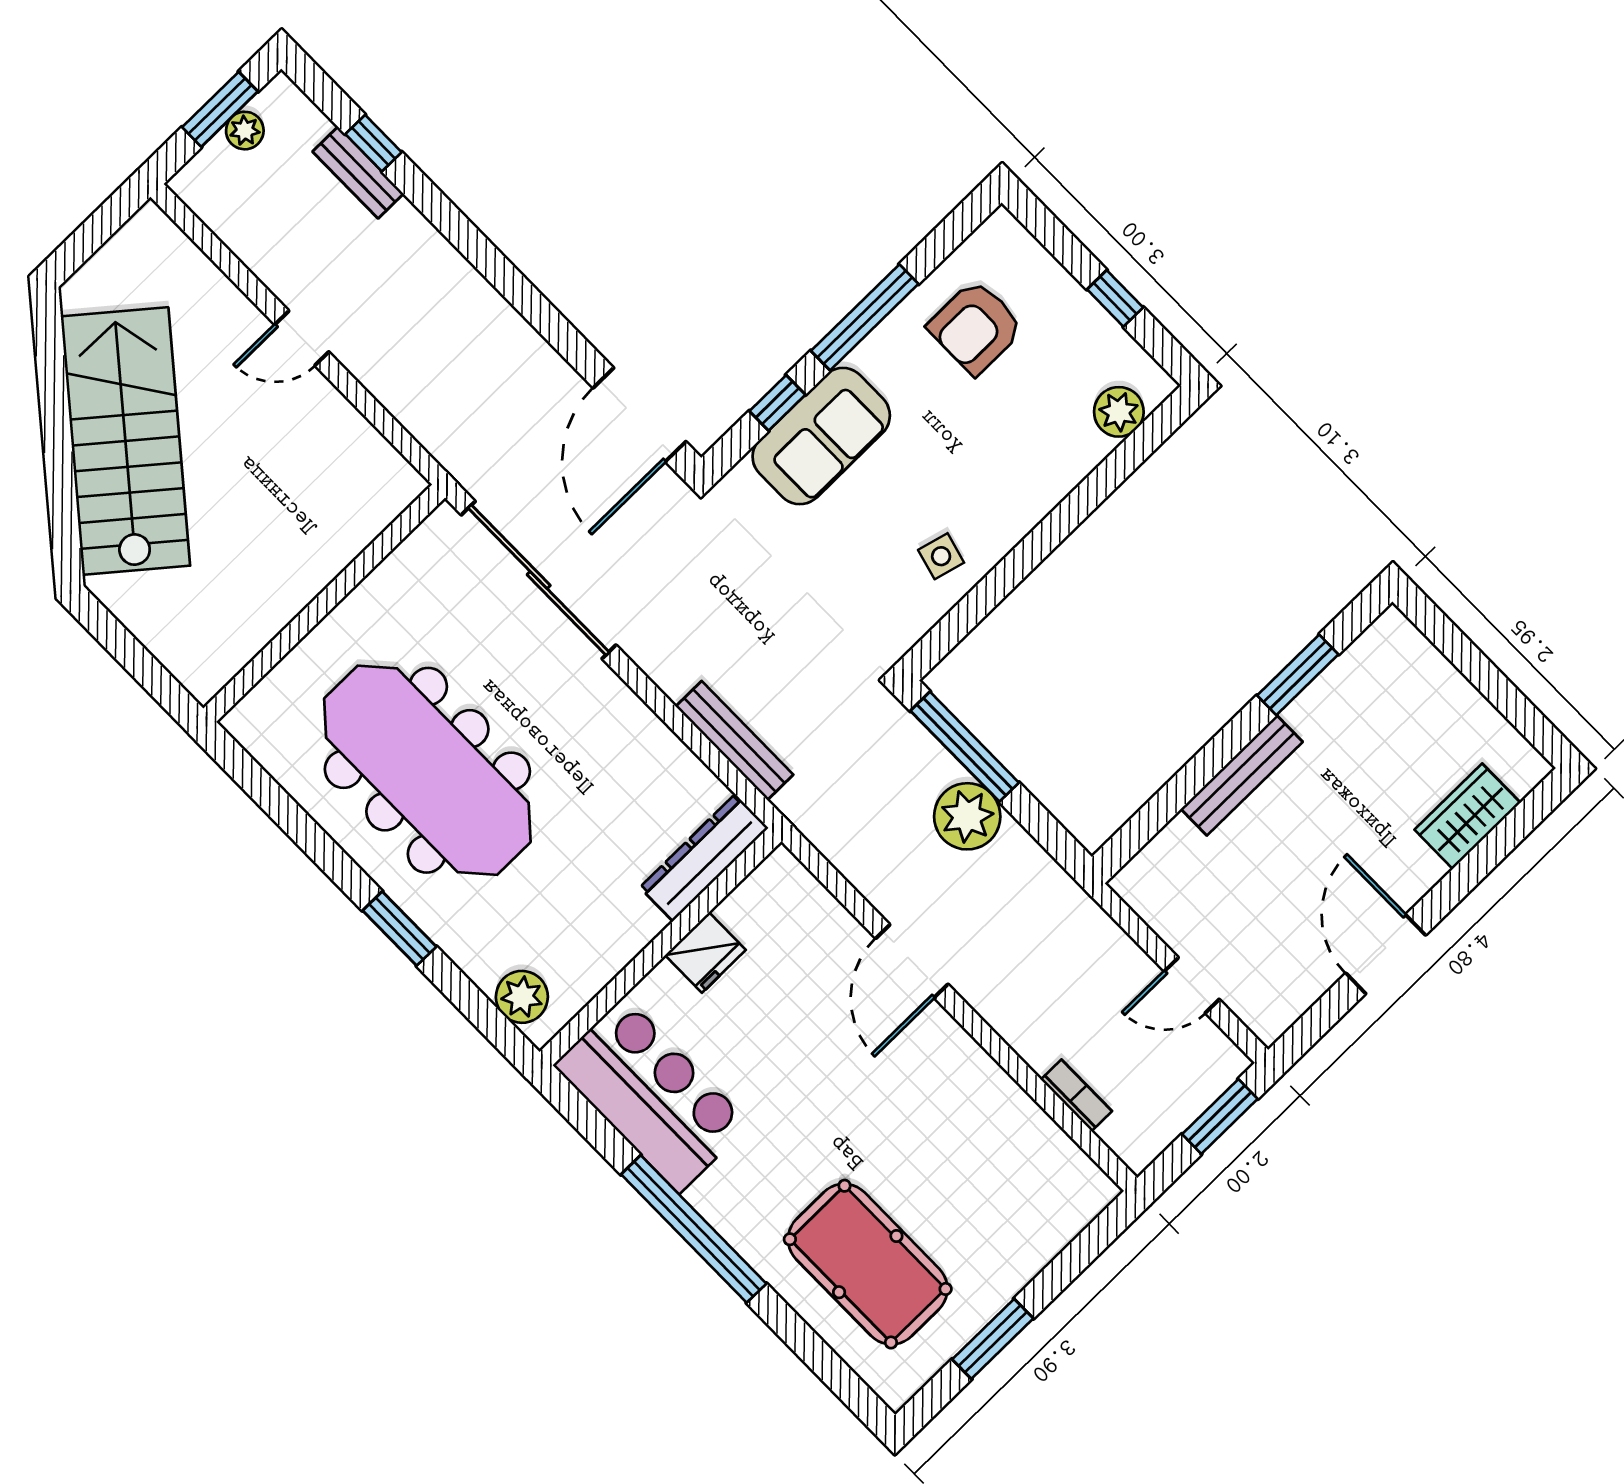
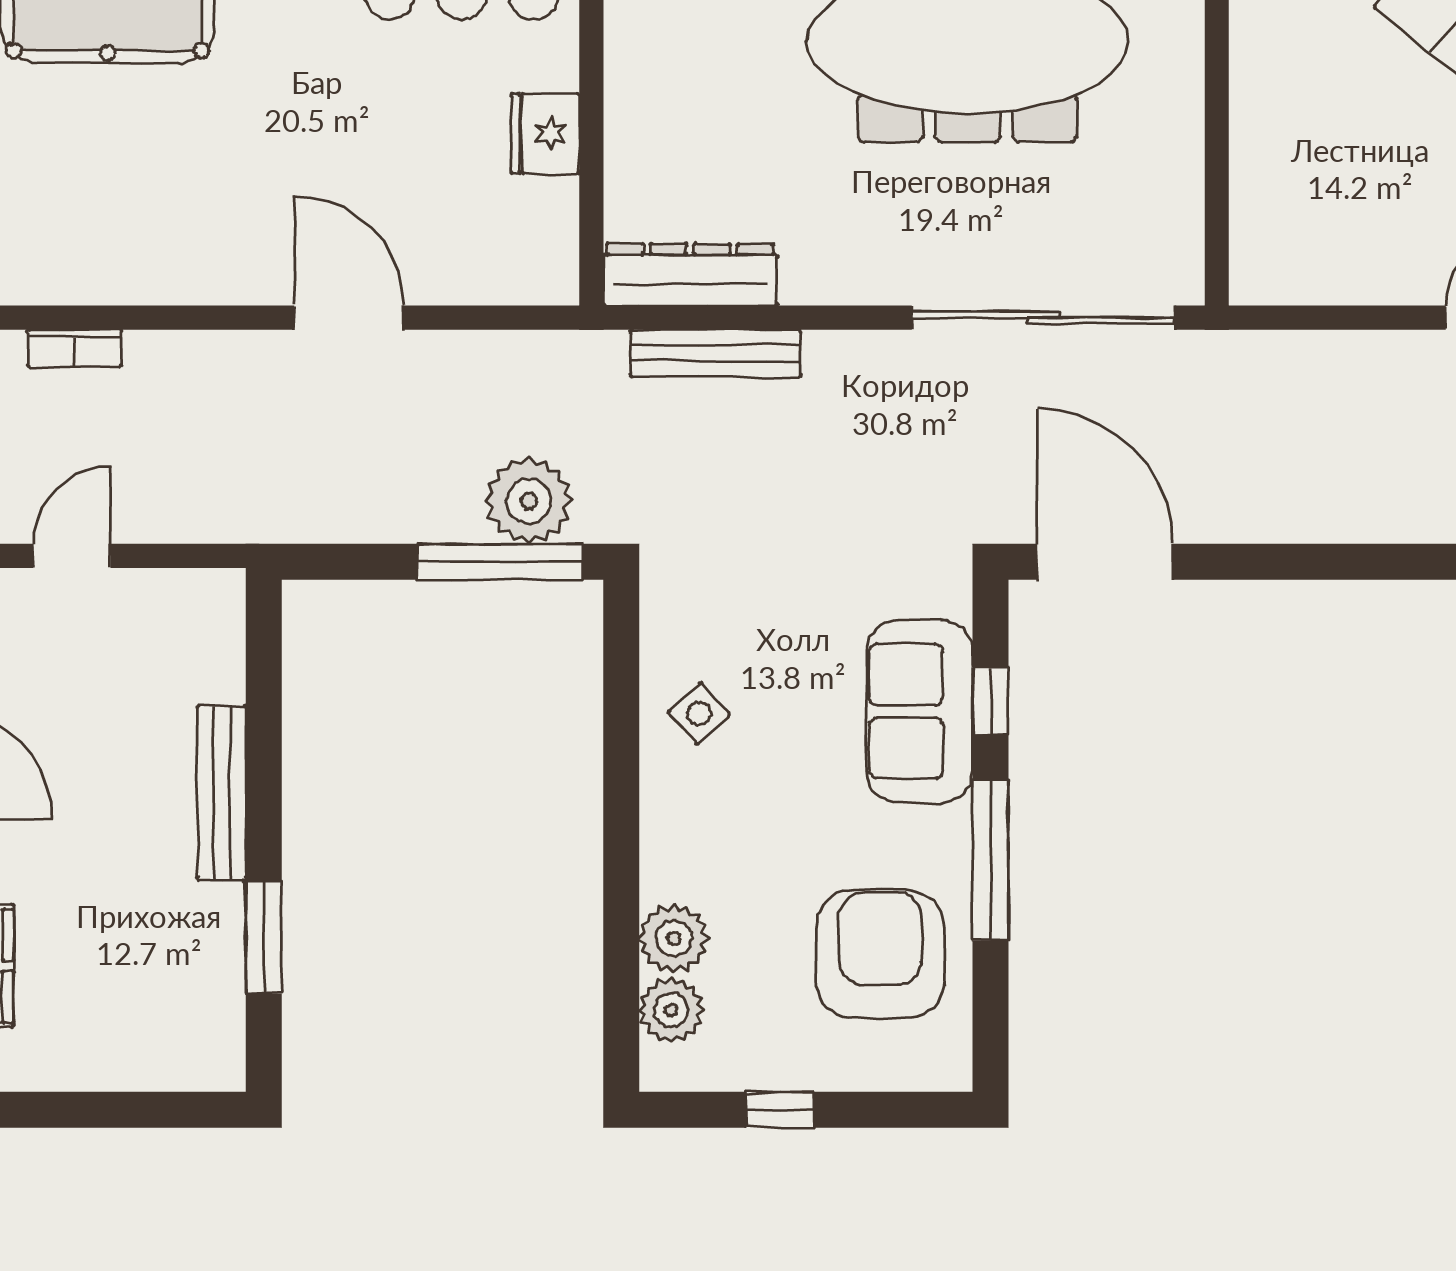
armchair: (976, 327) -> (880, 954), width x1.36, depth x1.36
plant: (1078, 449) -> (674, 938), added
side table: (941, 556) -> (699, 713), turned 33
plant: (967, 816) -> (529, 501), moved
dresser: (704, 858) -> (690, 275), moved, turned -90

